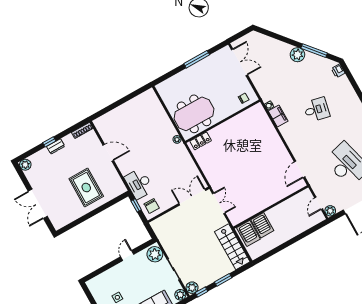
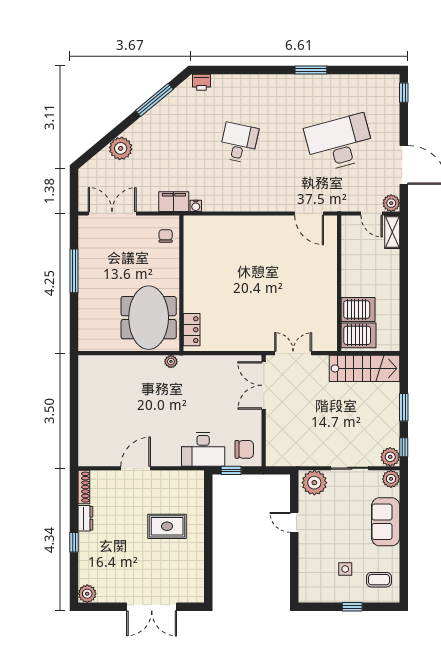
plant: (297, 55) -> (121, 148), moved
filing cabinet: (278, 116) -> (174, 202), moved
dresser: (56, 146) -> (85, 518), moved
rug: (86, 188) -> (167, 526), width x0.73, depth x0.70
shelving: (315, 220) -> (392, 232), added

